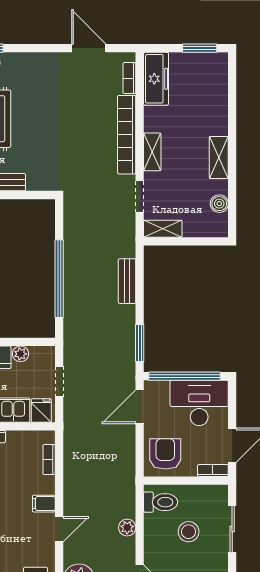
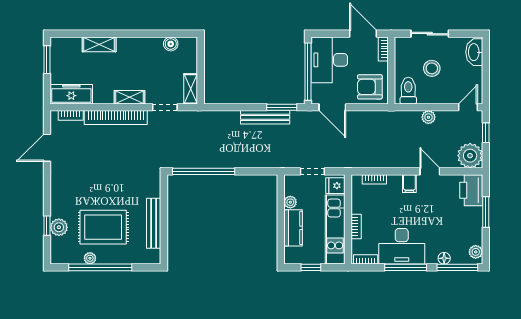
shelving: (219, 157) -> (99, 44), moved
window: (59, 279) -> (204, 171), moved
bench: (127, 281) -> (265, 117), moved, width x1.36

